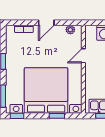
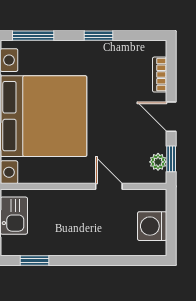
window: (69, 23) -> (171, 159), added

